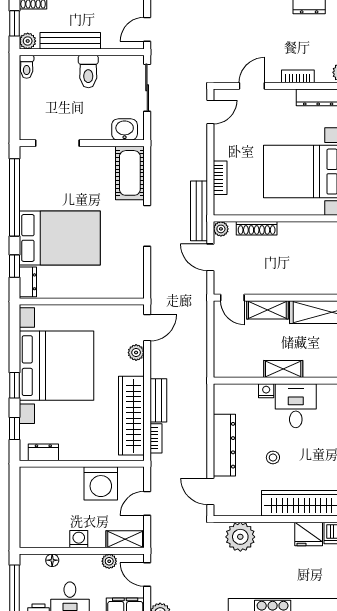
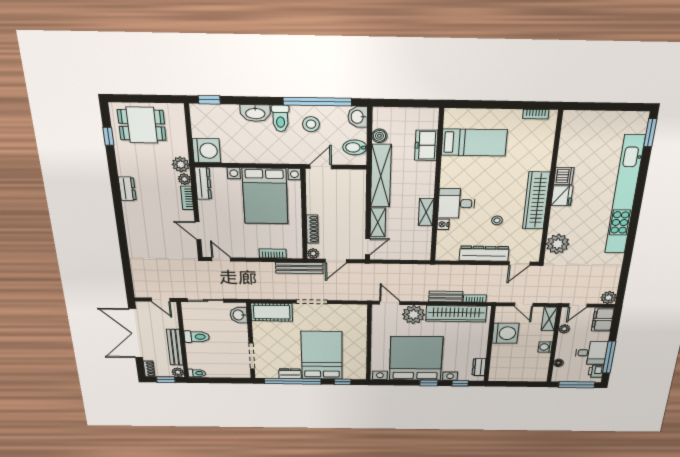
plant: (323, 75) -> (184, 179), added
dresser: (28, 282) -> (290, 374), moved
plant: (136, 352) -> (414, 315), width x1.88, depth x1.88

